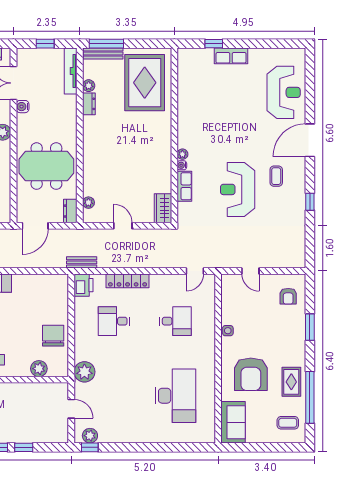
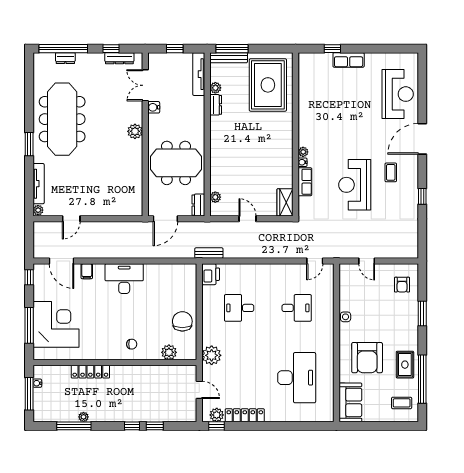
locker: (128, 281) -> (245, 415), moved, turned 180

